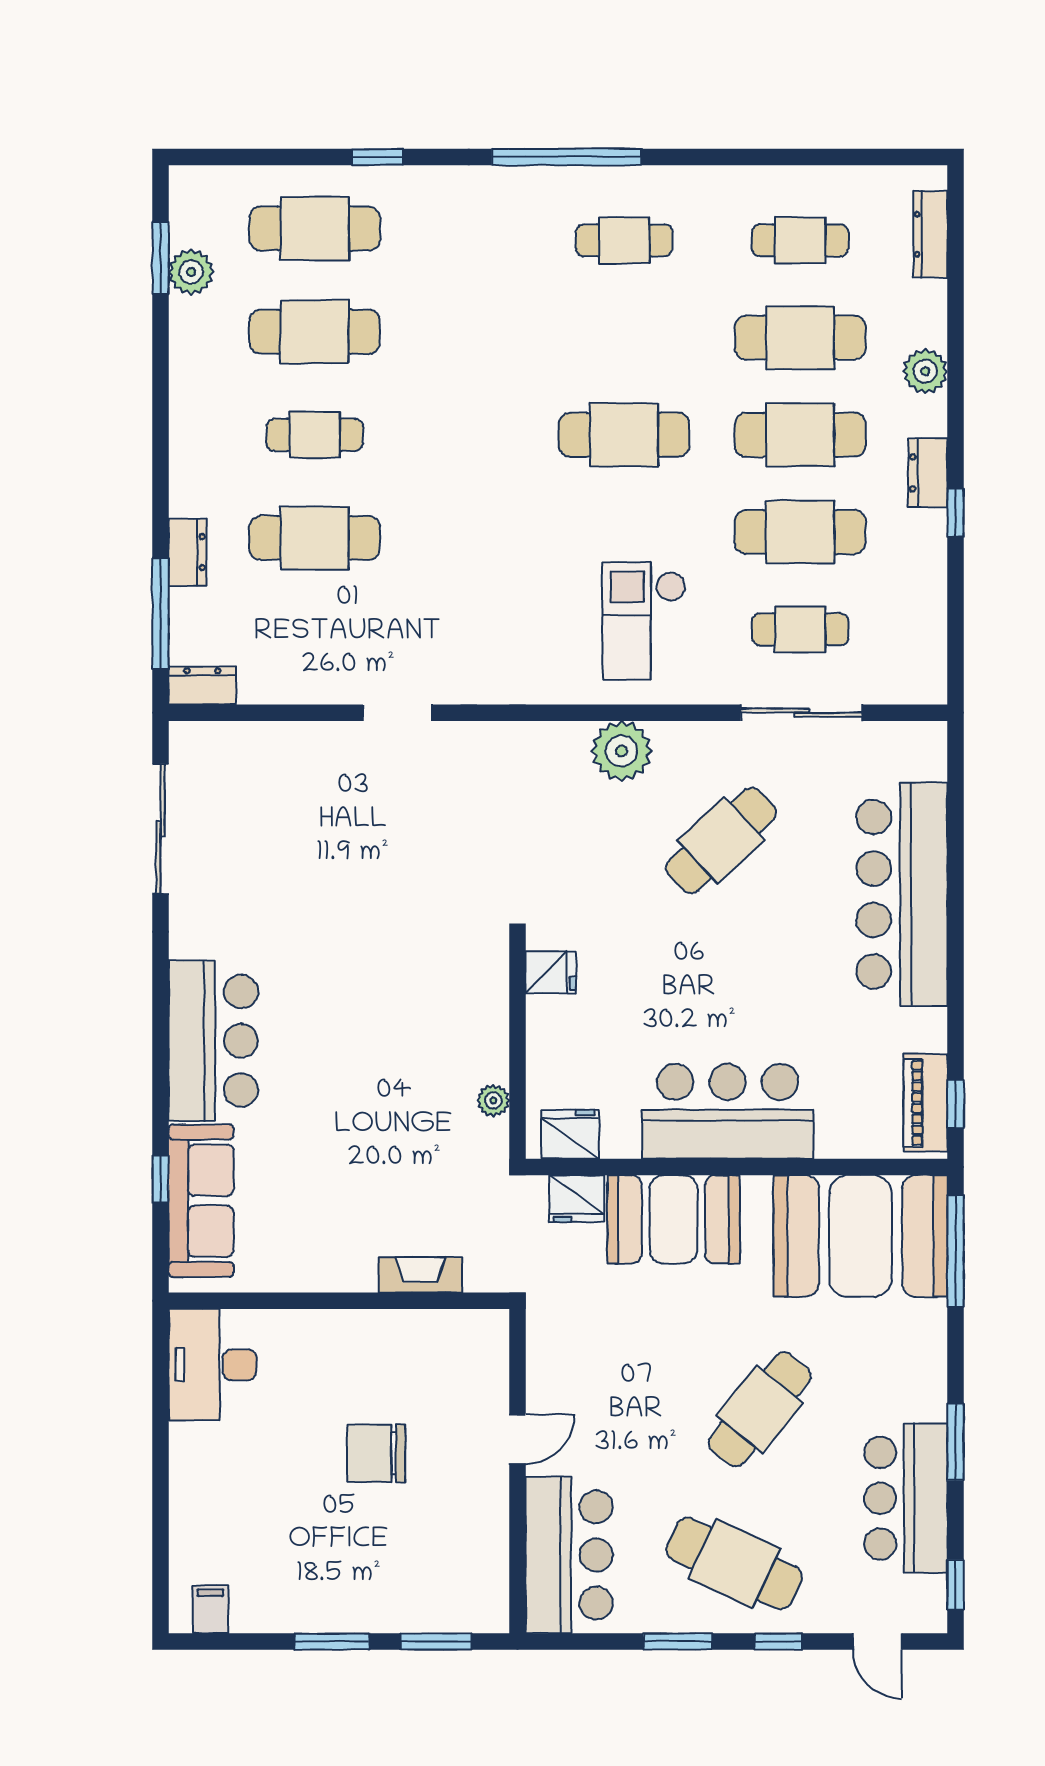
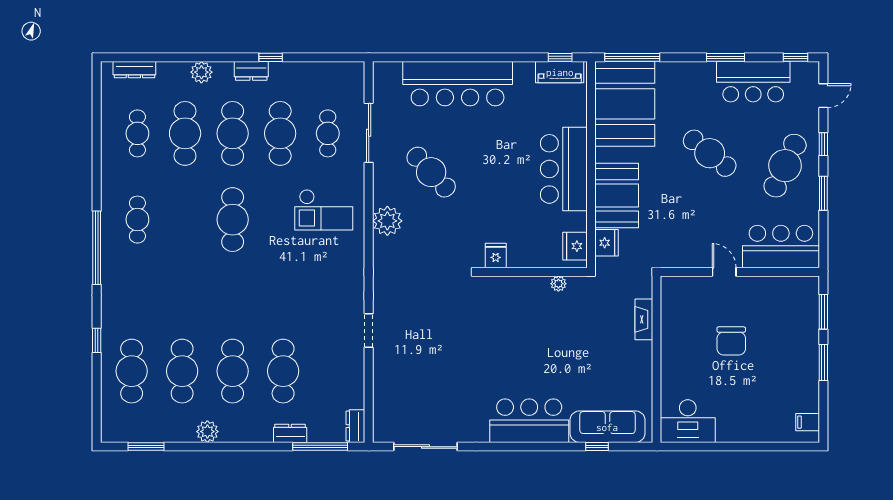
plant: (191, 272) -> (207, 432), moved
cafe table: (315, 435) -> (233, 371), width x1.37, depth x1.35

